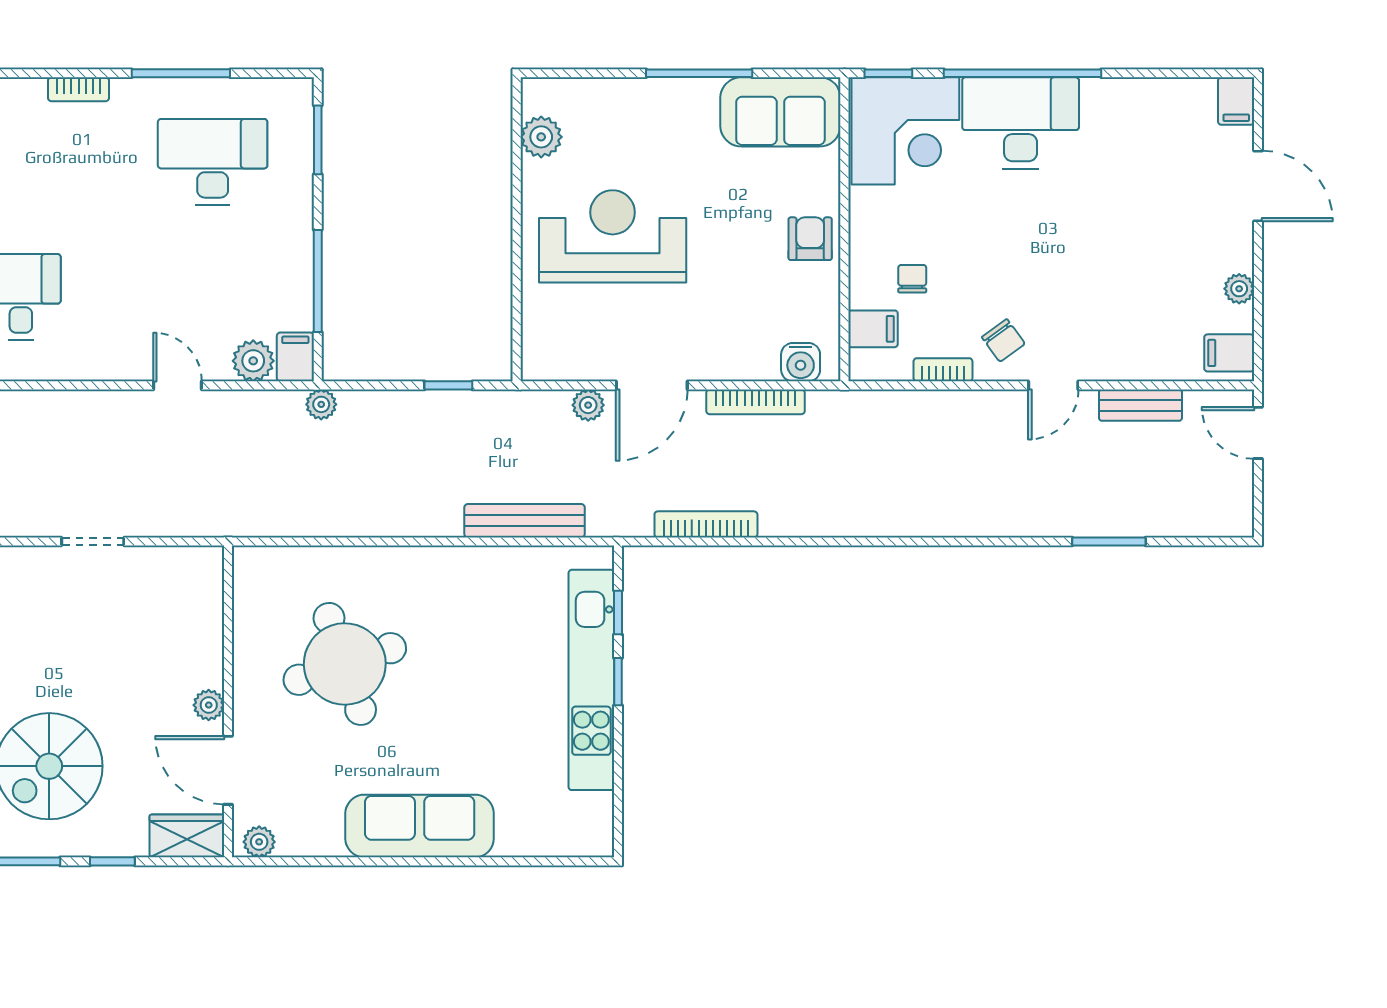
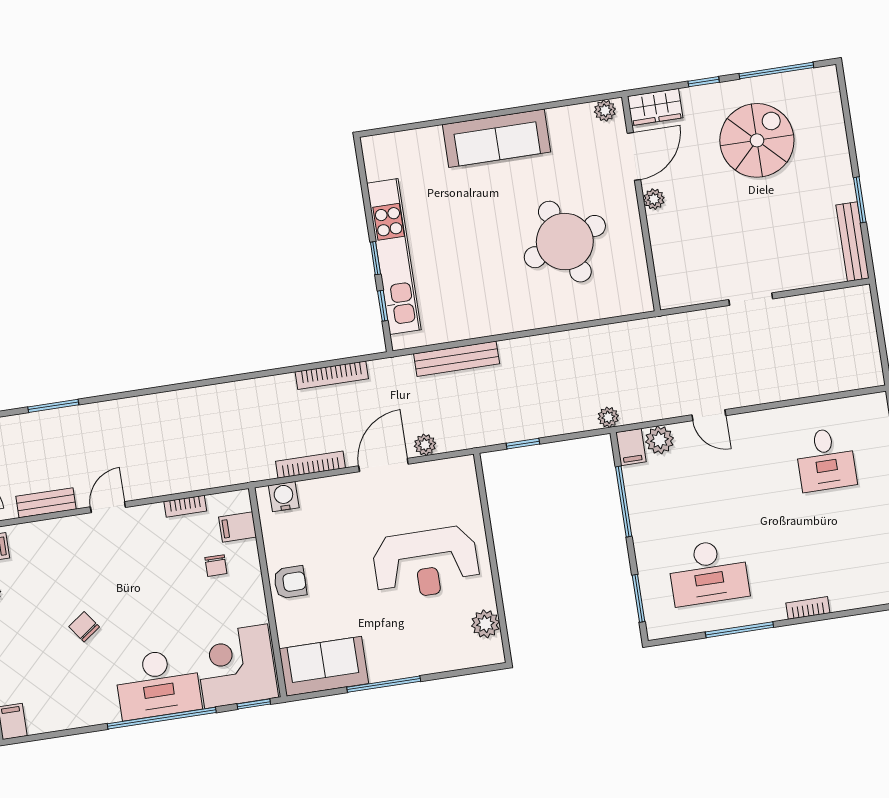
armchair: (810, 239) -> (290, 582), turned -90
chair: (1003, 340) -> (84, 627), moved
door: (228, 770) -> (634, 156), hinge flipped

